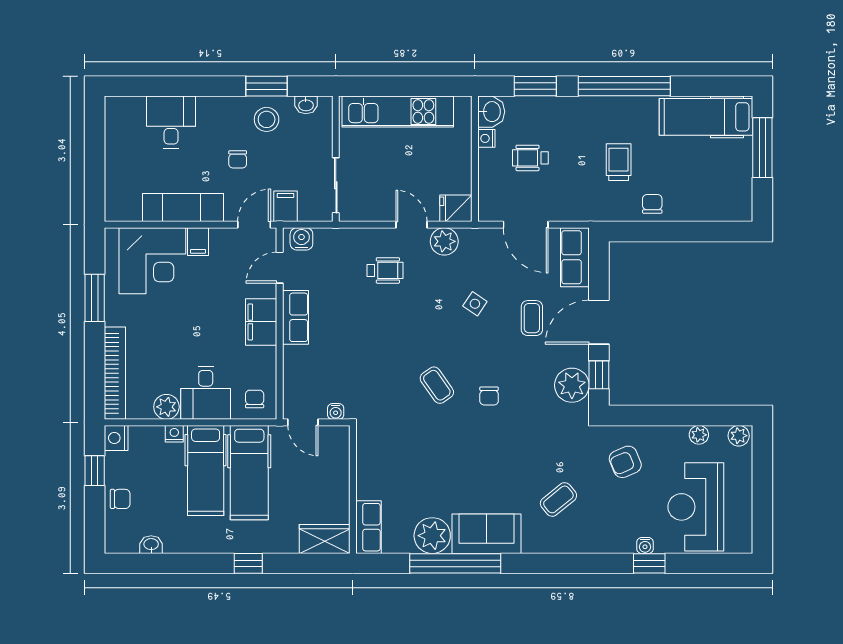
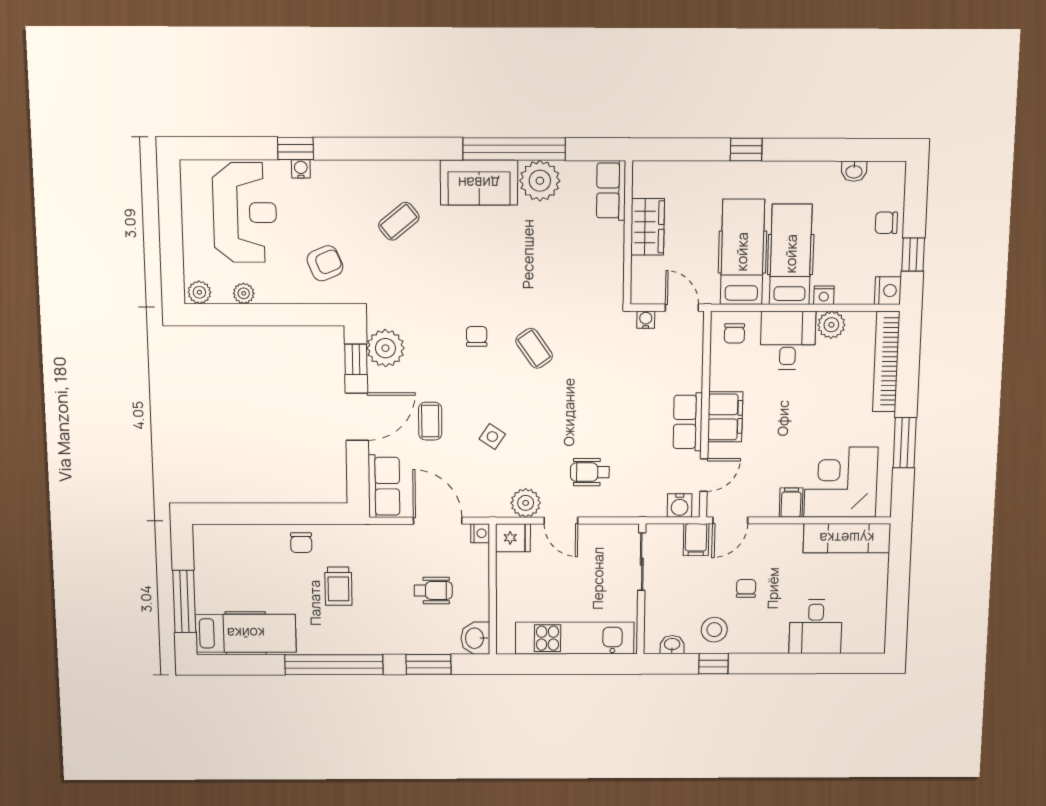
window: (266, 86) -> (714, 664), width x0.67
nightstand: (486, 138) -> (480, 533), moved
exam couch: (183, 208) -> (847, 538), moved
wardrobe: (325, 539) -> (648, 227), moved, turned -90

